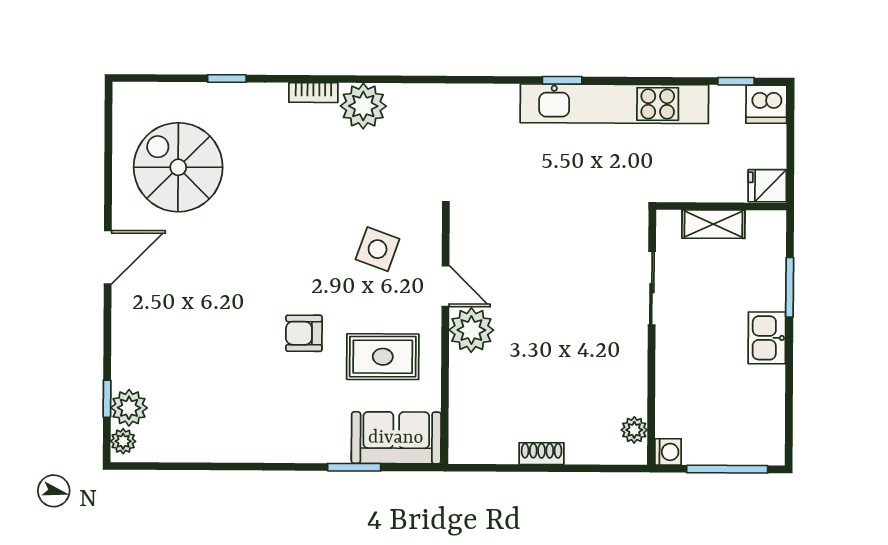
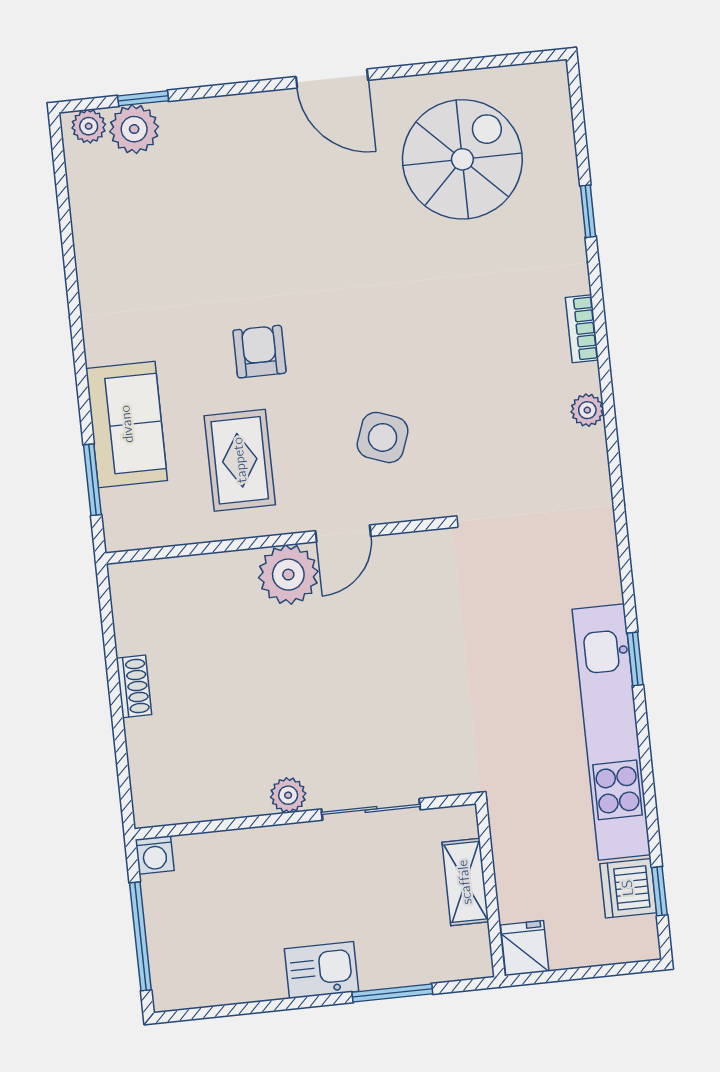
dishwasher: (766, 104) -> (628, 888), moved
plant: (363, 106) -> (587, 410), width x0.53, depth x0.53
plant: (634, 430) -> (288, 795), moved
sofa: (396, 438) -> (127, 424), moved
window: (354, 467) -> (92, 480), moved

